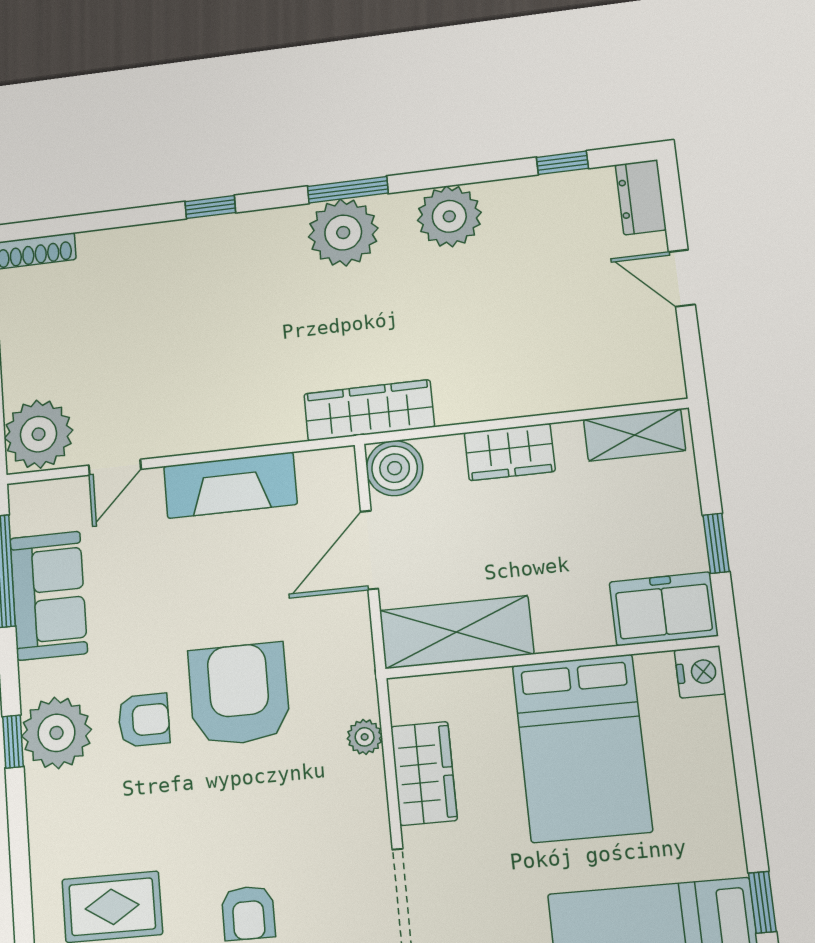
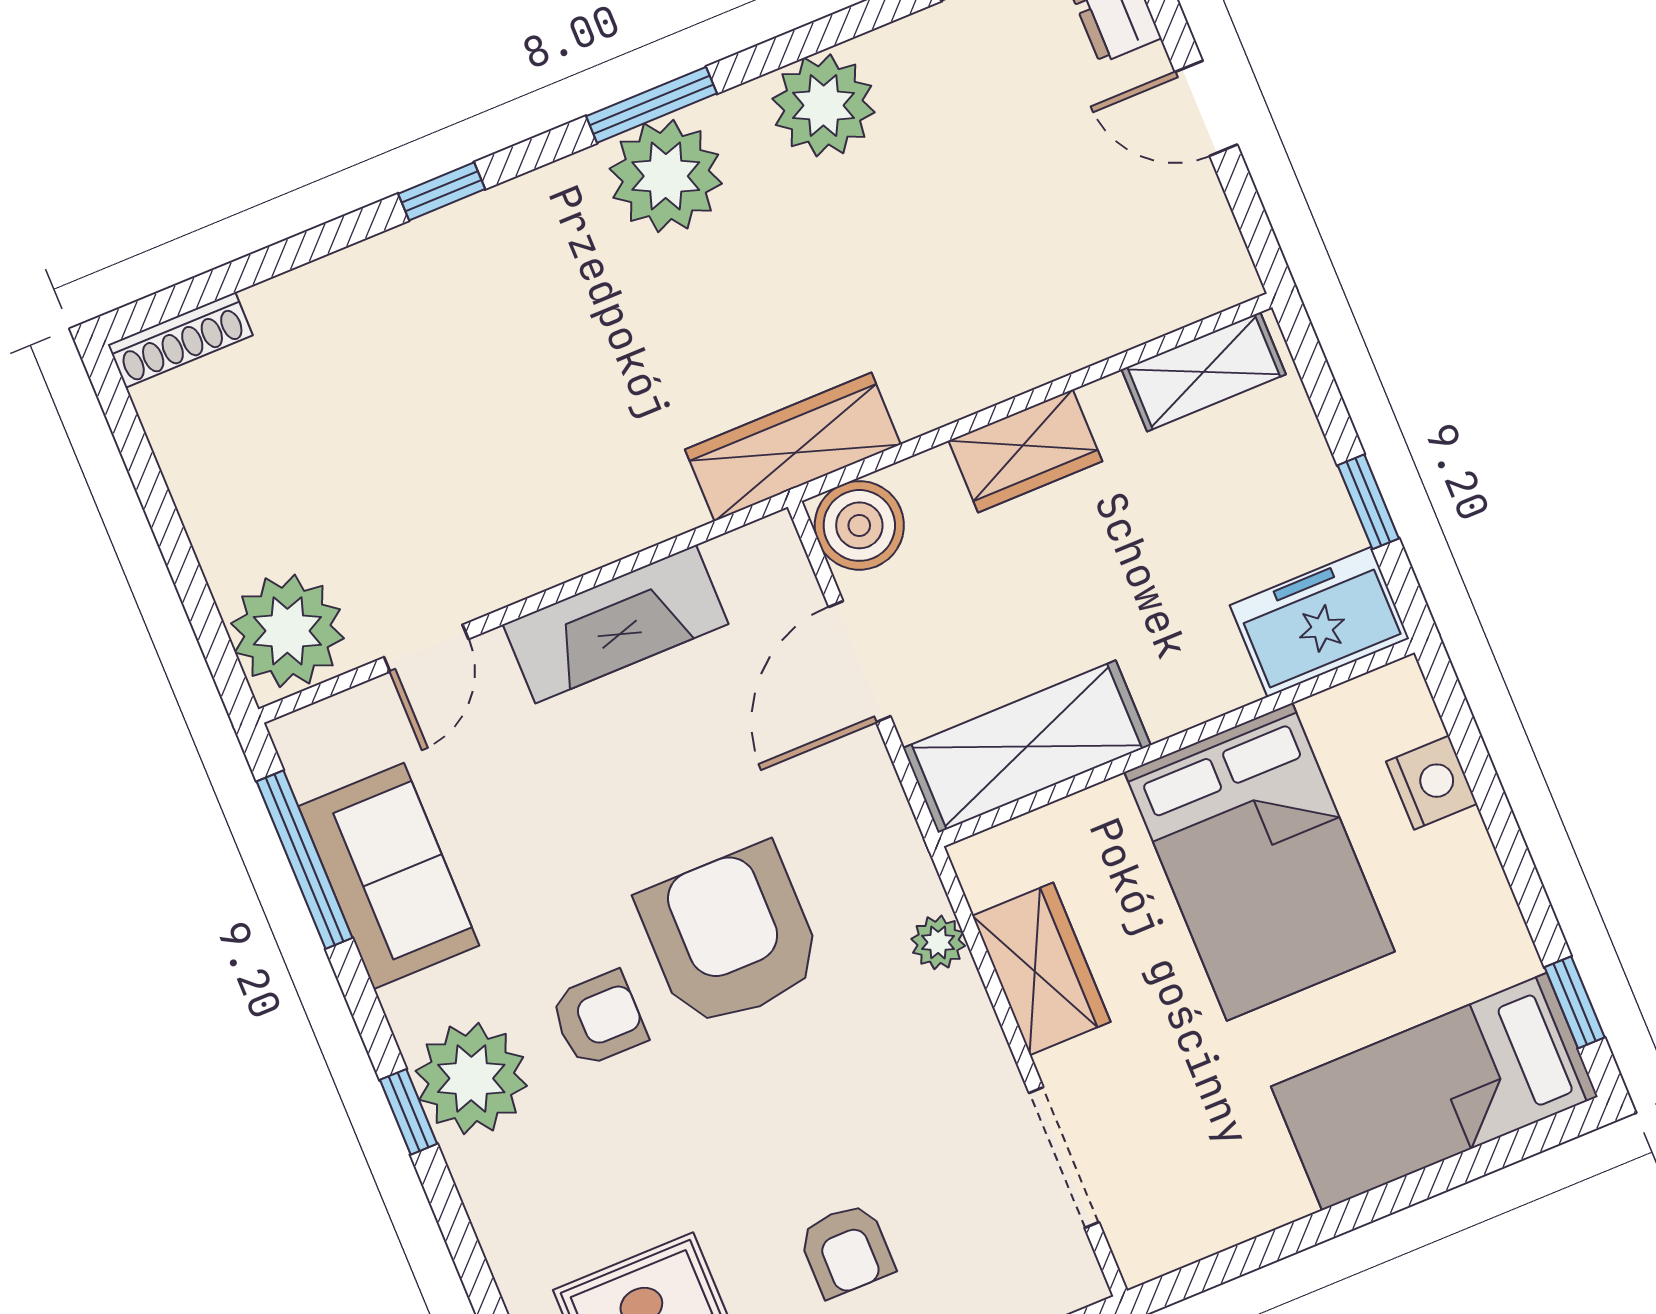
nightstand: (700, 672) -> (1432, 783), moved

